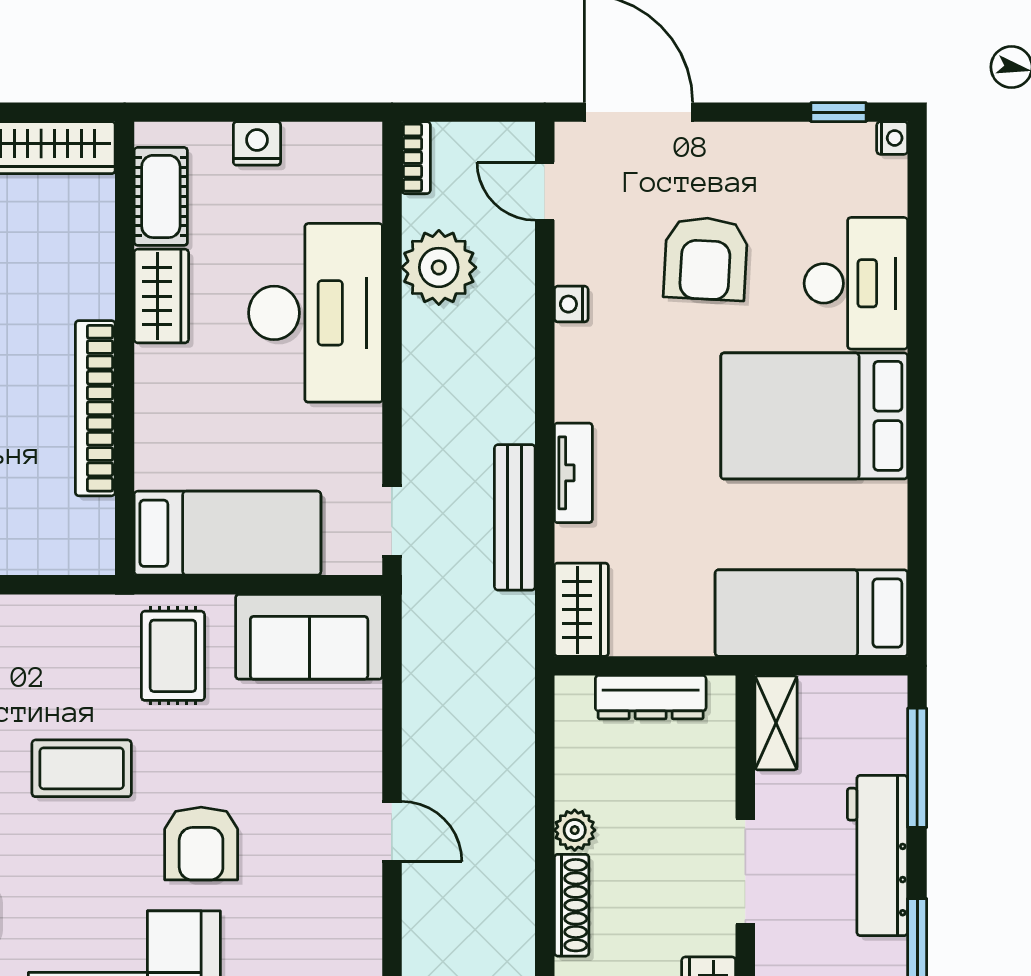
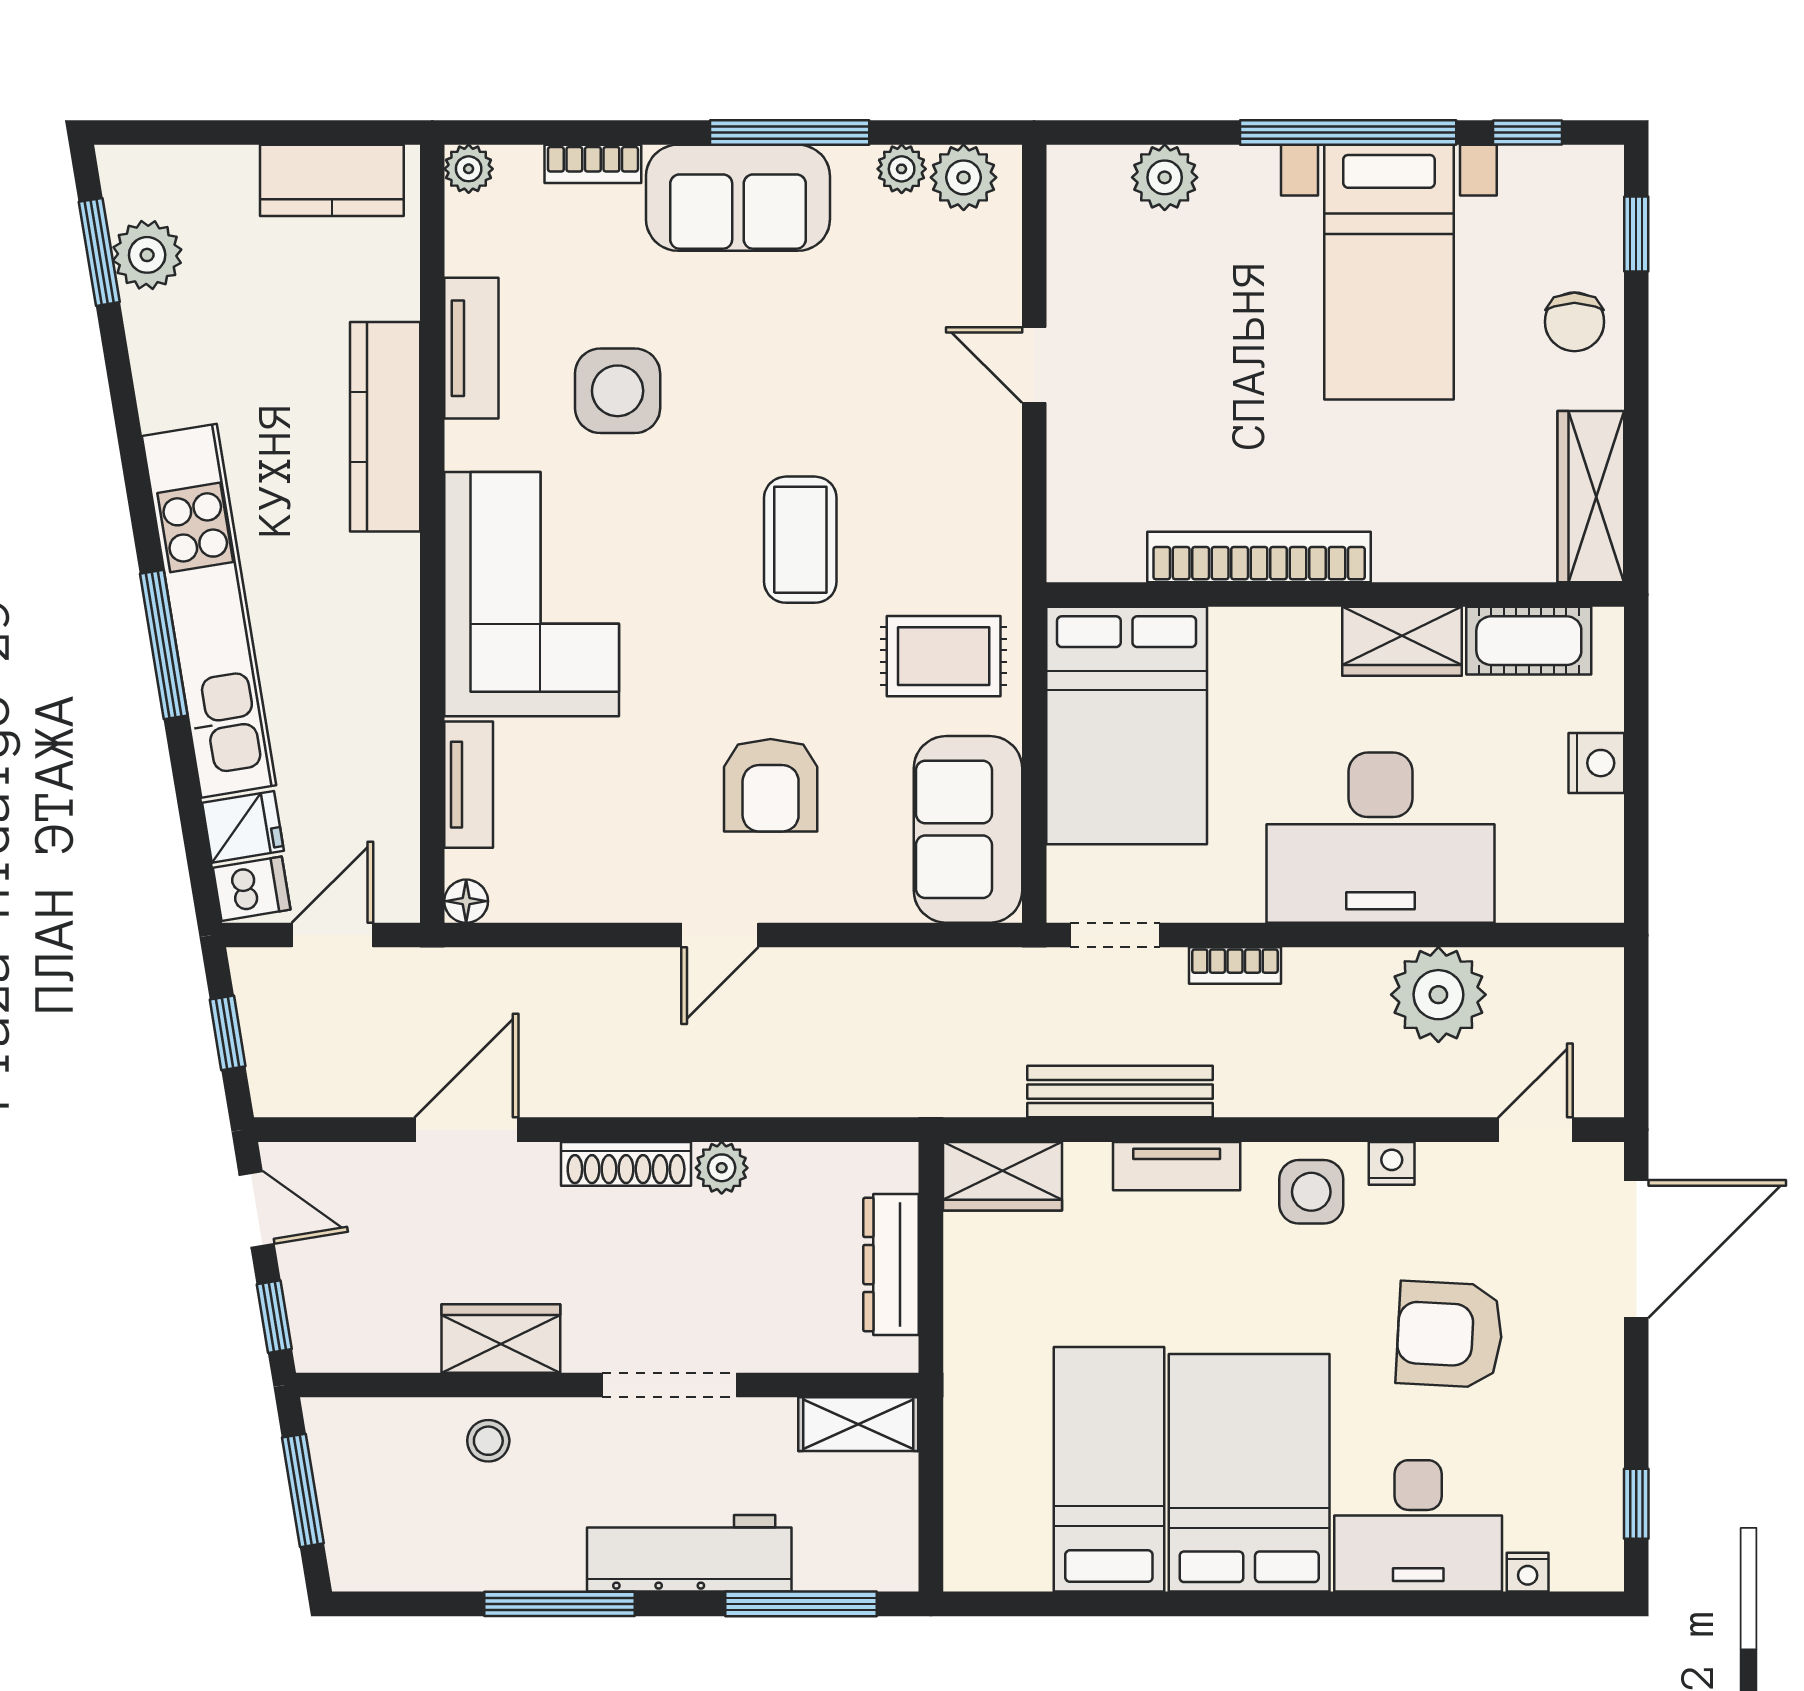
nightstand: (892, 138) -> (1528, 1572), moved
bookcase: (416, 158) -> (1235, 966), moved
side table: (594, 367) -> (1311, 1192), added
bed: (227, 533) -> (1127, 726), width x1.50
bed: (811, 613) -> (1109, 1469), moved
armchair: (201, 844) -> (771, 785), moved, turned -90

